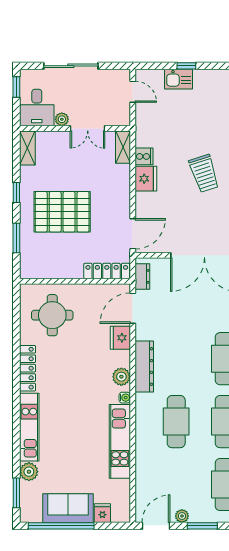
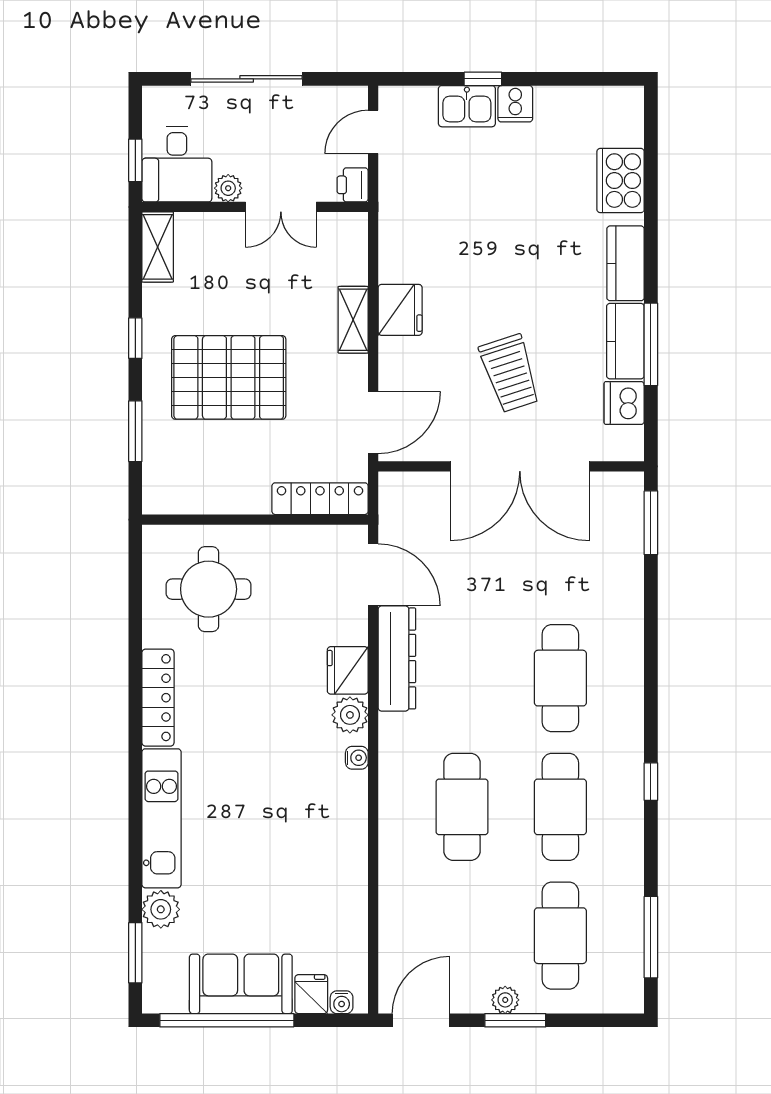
window: (16, 87) -> (135, 160), moved
door: (133, 92) -> (373, 132), swing flipped
printer: (123, 118) -> (353, 185), added
shelving: (123, 147) -> (353, 320), moved
cooker: (144, 156) -> (515, 104), moved, turned 90
trolley: (204, 173) -> (510, 373), moved
dresser: (142, 276) -> (393, 510), removed
door: (133, 308) -> (373, 575), swing flipped
fridge: (120, 338) -> (348, 670), moved
dresser: (144, 366) -> (397, 658), moved
kitchen unit: (120, 441) -> (347, 847), removed
plant: (182, 516) -> (505, 1000), moved
water cooler: (117, 517) -> (342, 1002), added

